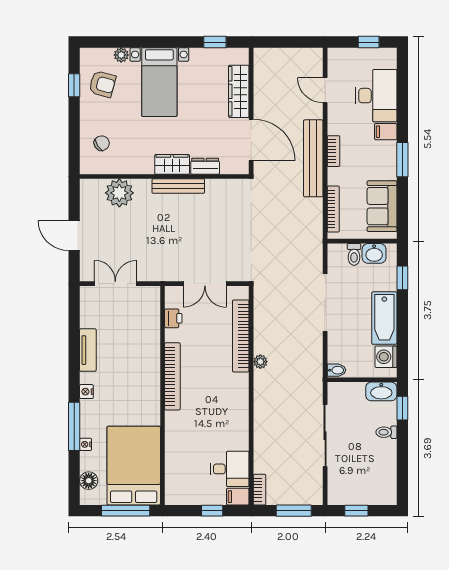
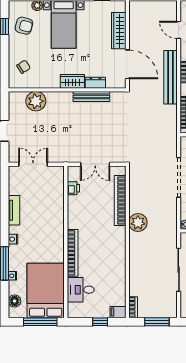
bench: (178, 186) -> (91, 96), moved
plant: (260, 362) -> (138, 223), width x1.87, depth x1.87
bookcase: (172, 376) -> (73, 253), moved
desk: (230, 469) -> (81, 290), moved, turned 180

